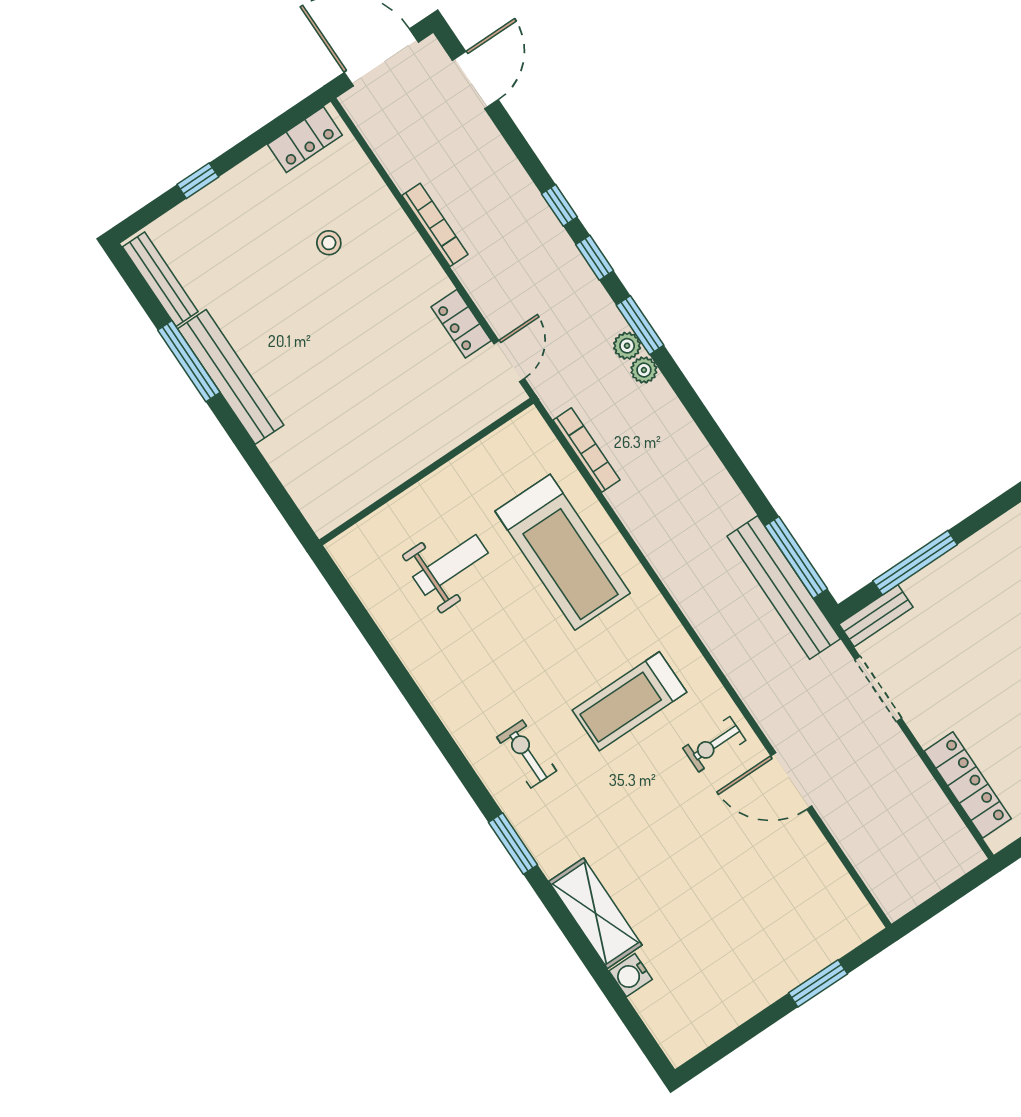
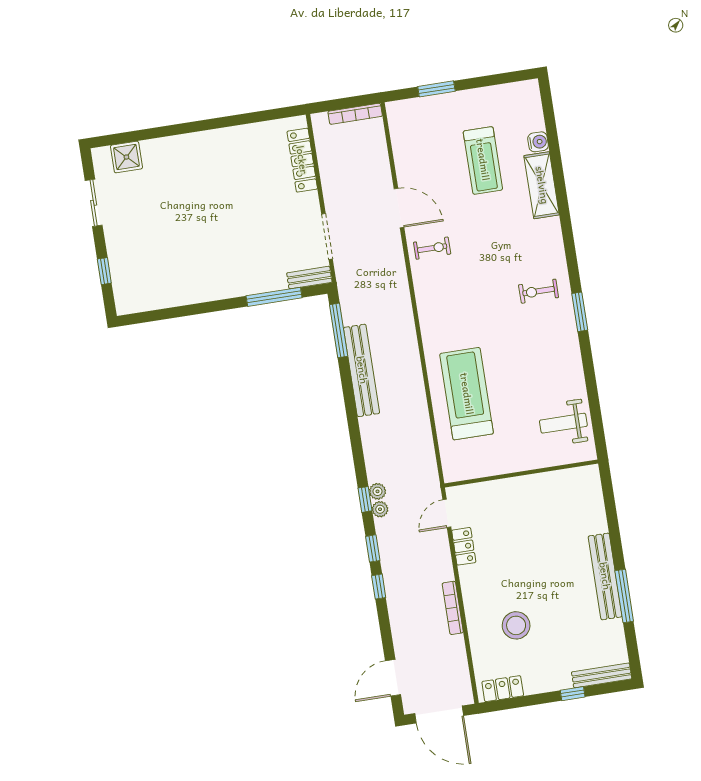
stool: (329, 243) -> (516, 625), width x1.89, depth x1.89
bench: (160, 279) -> (602, 675), moved, turned 90
window: (640, 325) -> (365, 499), width x0.67
plant: (644, 370) -> (380, 509), moved
bookcase: (586, 450) -> (355, 114), moved, turned -90
weight bench: (451, 565) -> (563, 423), moved
bench: (784, 587) -> (362, 370), moved
treadmill: (629, 701) -> (483, 160), moved, turned 90
exercise bike: (527, 754) -> (539, 291), turned 90
window: (513, 844) -> (580, 312), moved

